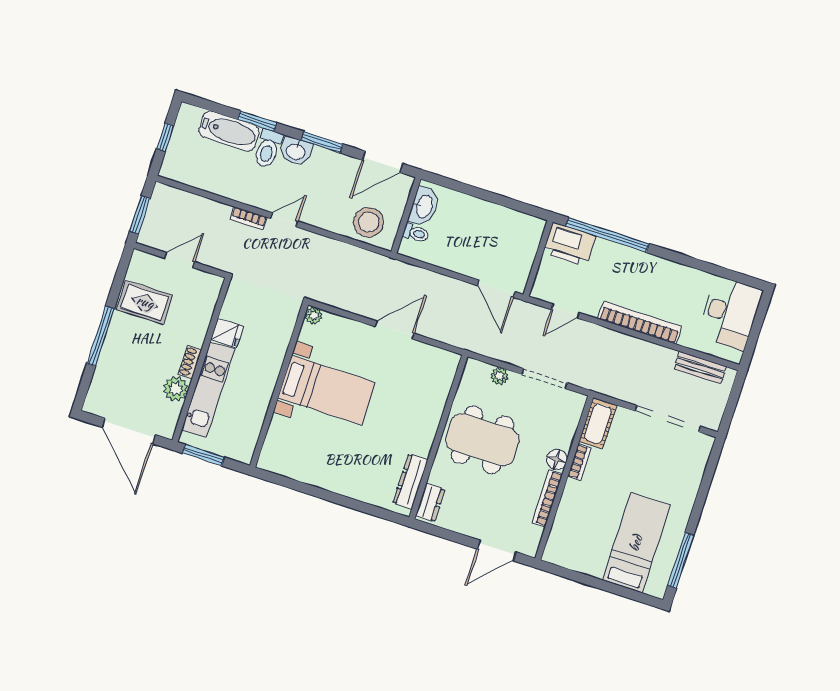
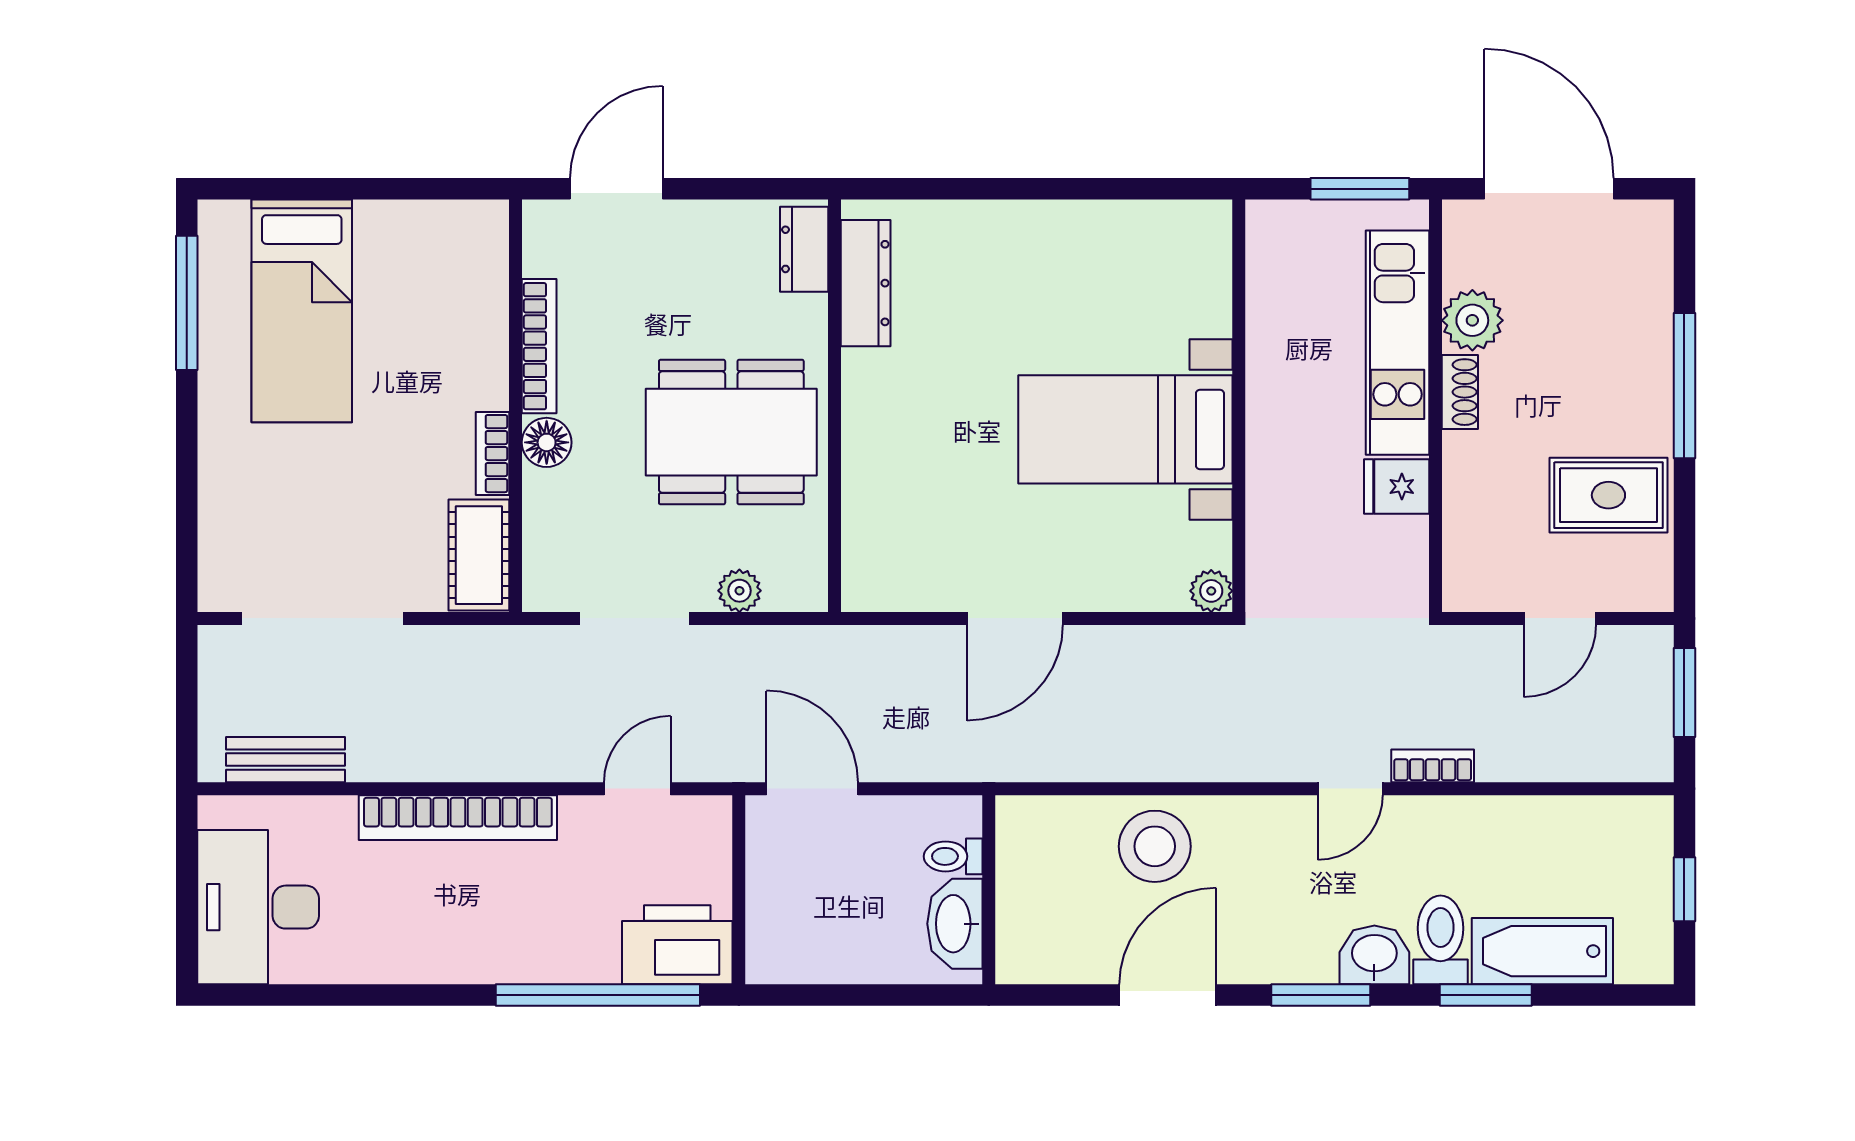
washbasin: (424, 206) -> (955, 924), moved
wall: (406, 215) -> (989, 890), moved
toilet: (416, 233) -> (953, 856), moved

